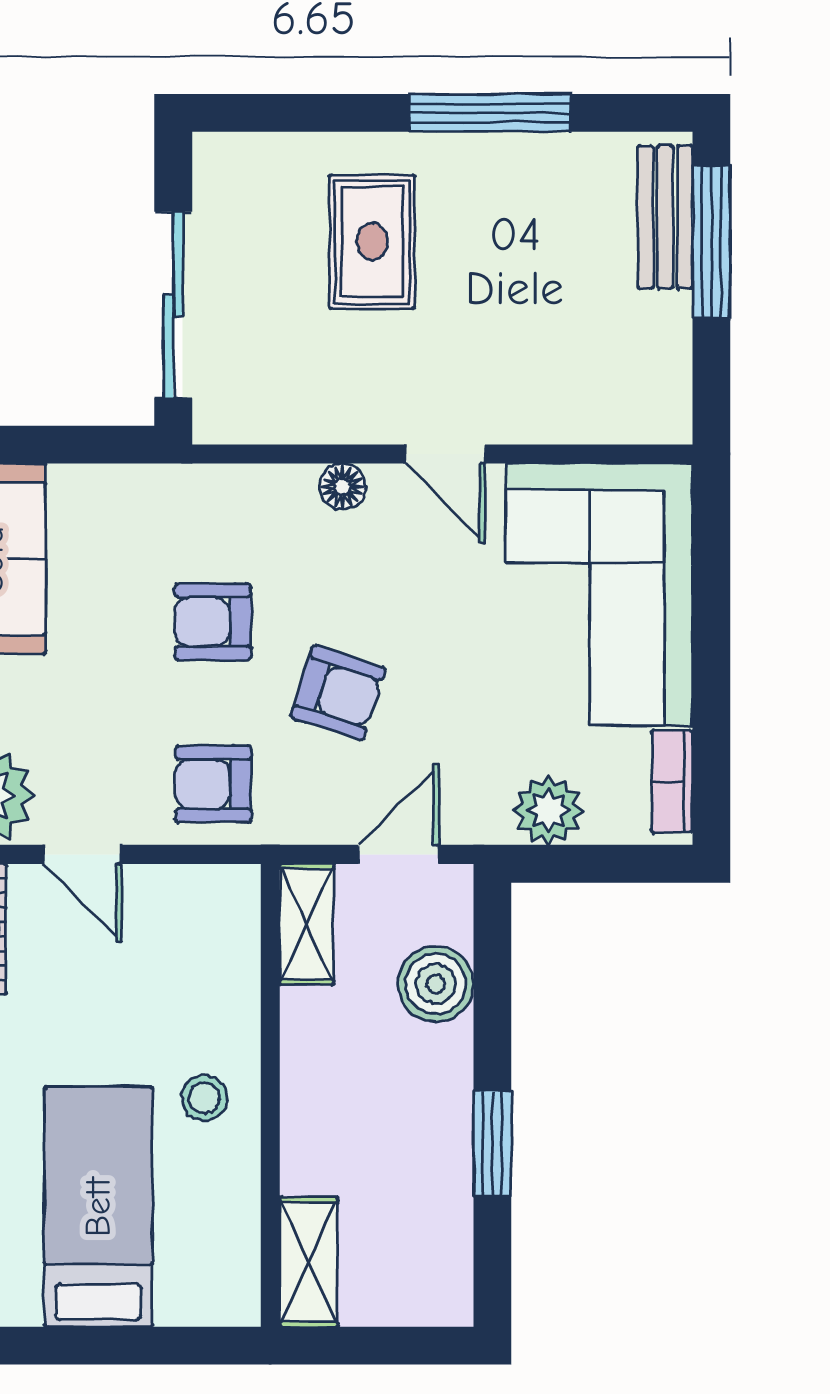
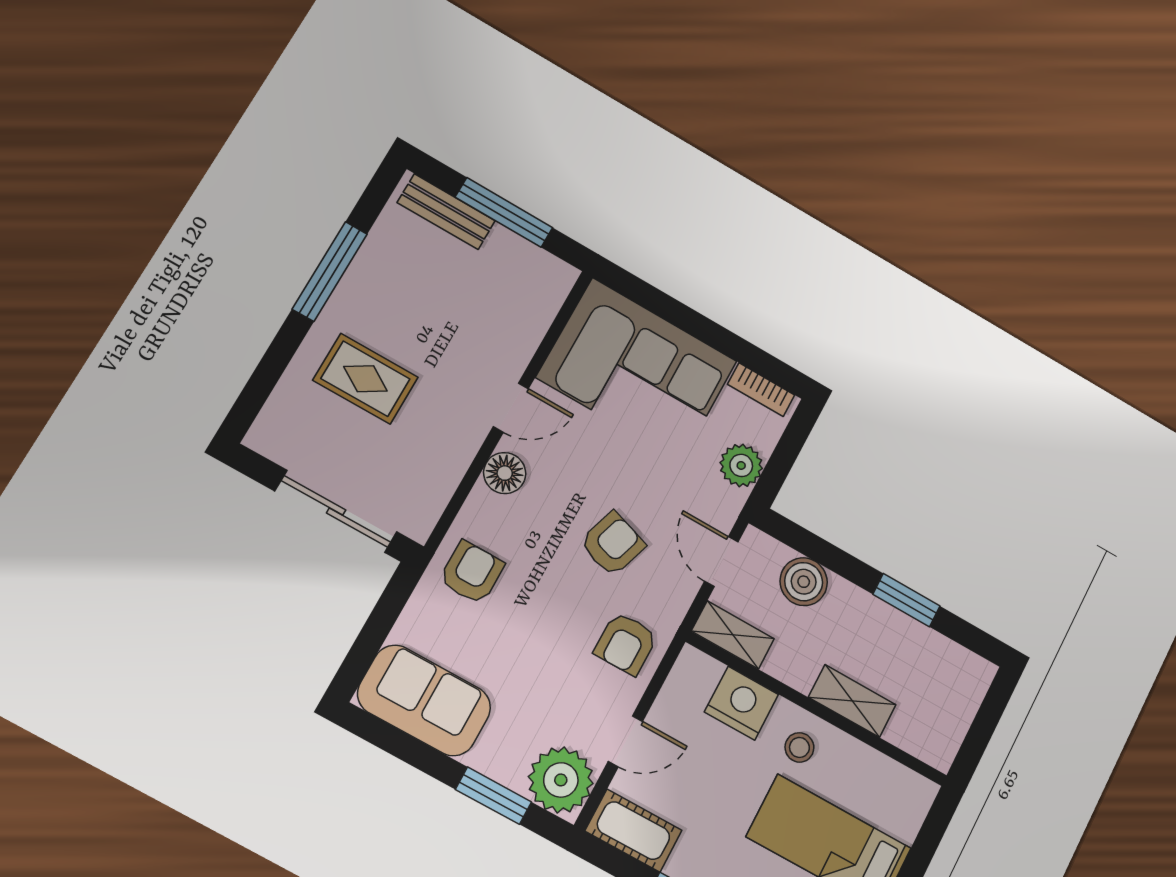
window: (711, 242) -> (504, 212), moved
floor lamp: (343, 487) -> (505, 473), width x1.37, depth x1.37
armchair: (213, 622) -> (472, 572), moved, turned 180
nightstand: (220, 985) -> (741, 703), added
shelving: (309, 1262) -> (852, 701), moved

